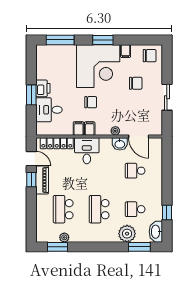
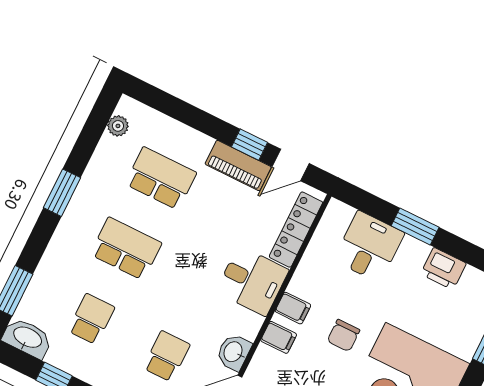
printer: (43, 88) -> (443, 269), moved
filing cabinet: (78, 128) -> (279, 337), moved
plant: (115, 131) -> (264, 356), removed
plant: (127, 234) -> (51, 280), removed
plant: (64, 237) -> (118, 126), moved
window: (58, 247) -> (62, 193), moved

